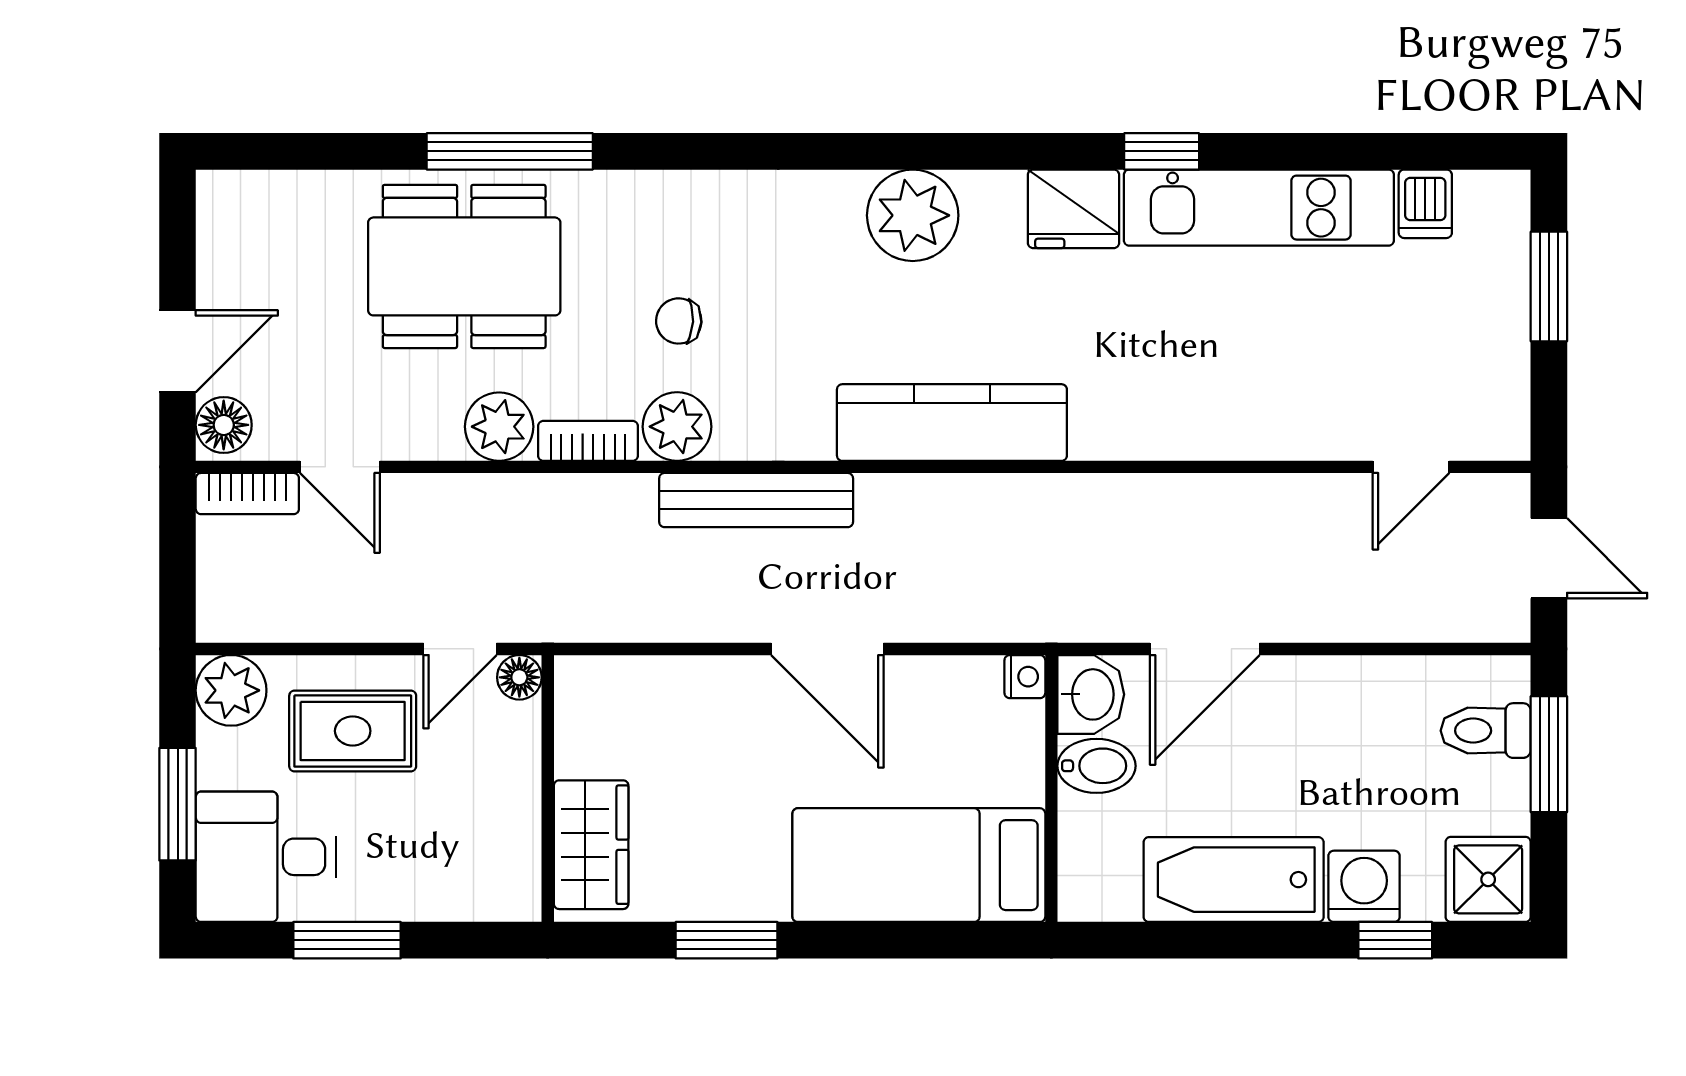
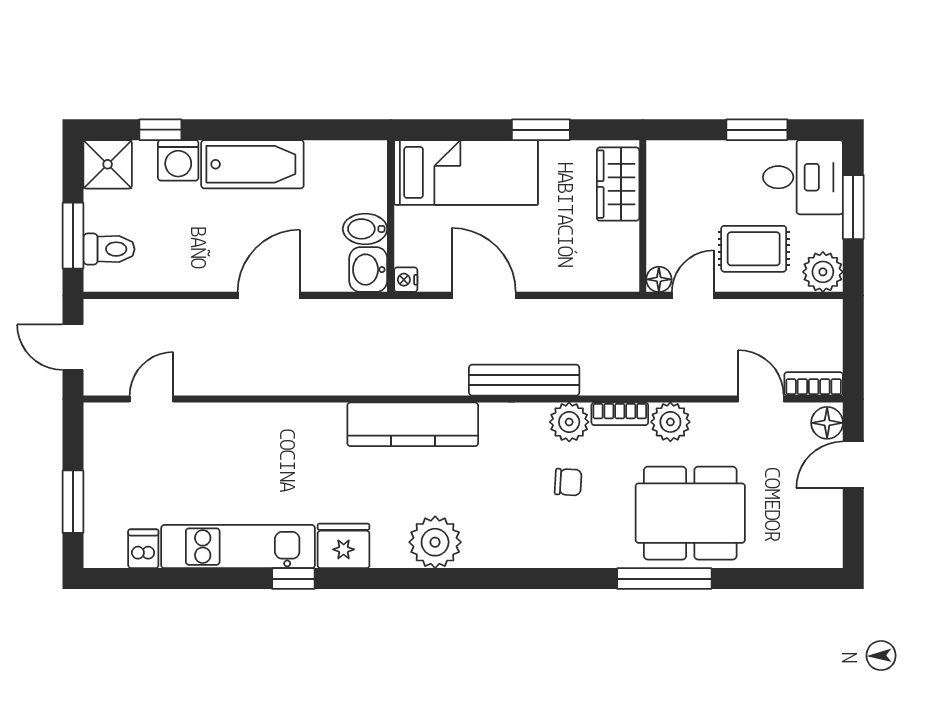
nightstand: (1025, 677) -> (406, 280), moved
washbasin: (1091, 694) -> (368, 270), moved
bidet: (1096, 766) -> (365, 229), moved
wall: (1051, 788) -> (391, 216), moved
bed: (919, 865) -> (466, 172), moved

